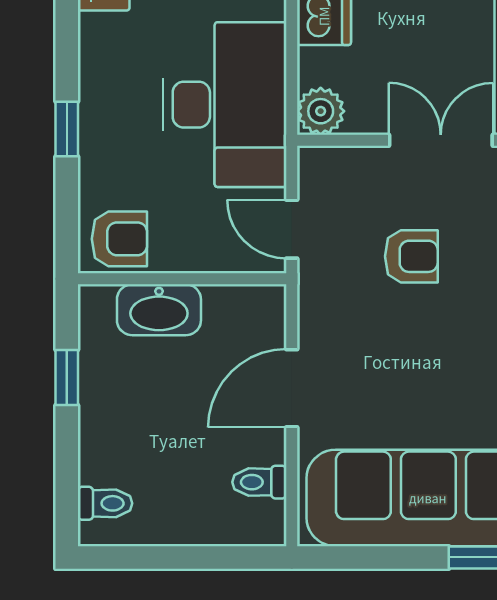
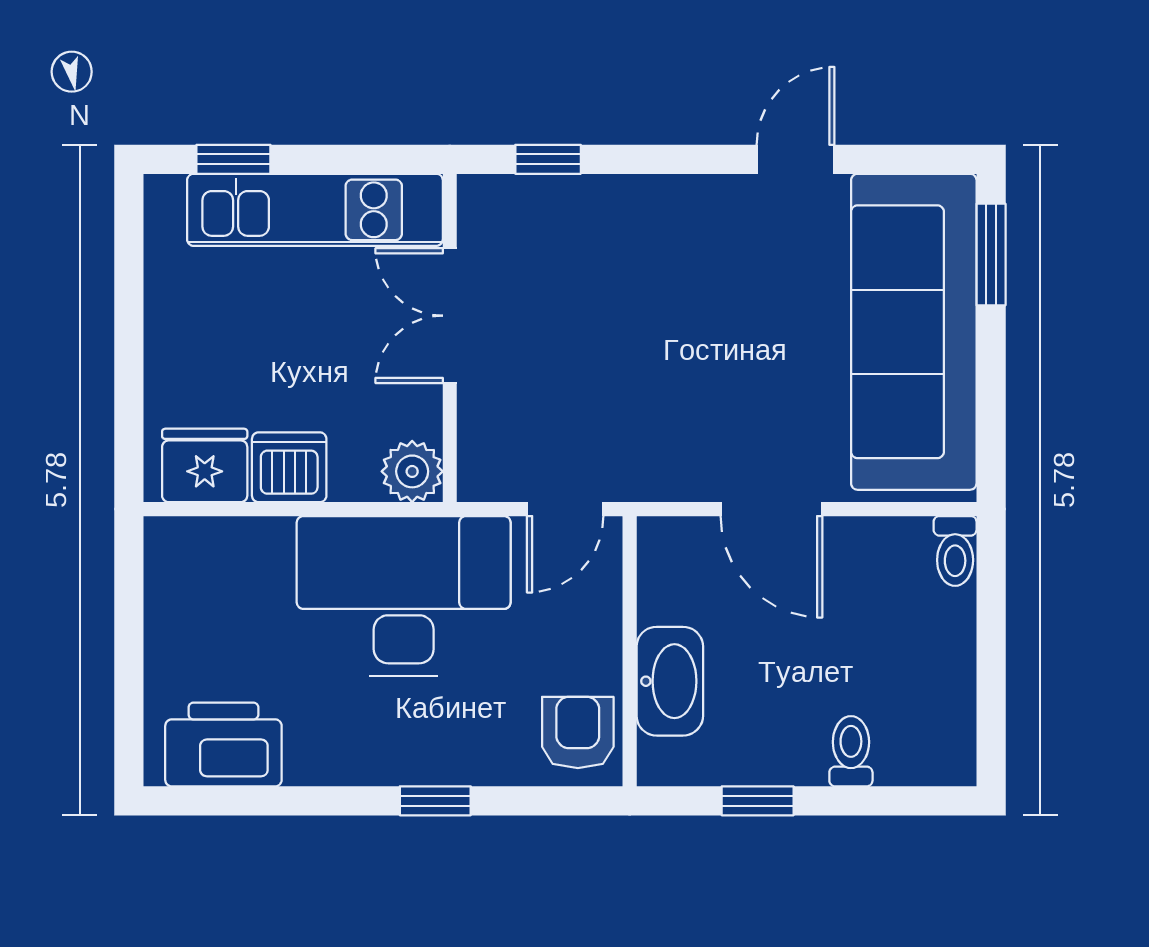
armchair: (411, 256) -> (600, 354), removed
toilet: (259, 482) -> (955, 551), moved
toilet: (105, 503) -> (851, 751), moved

